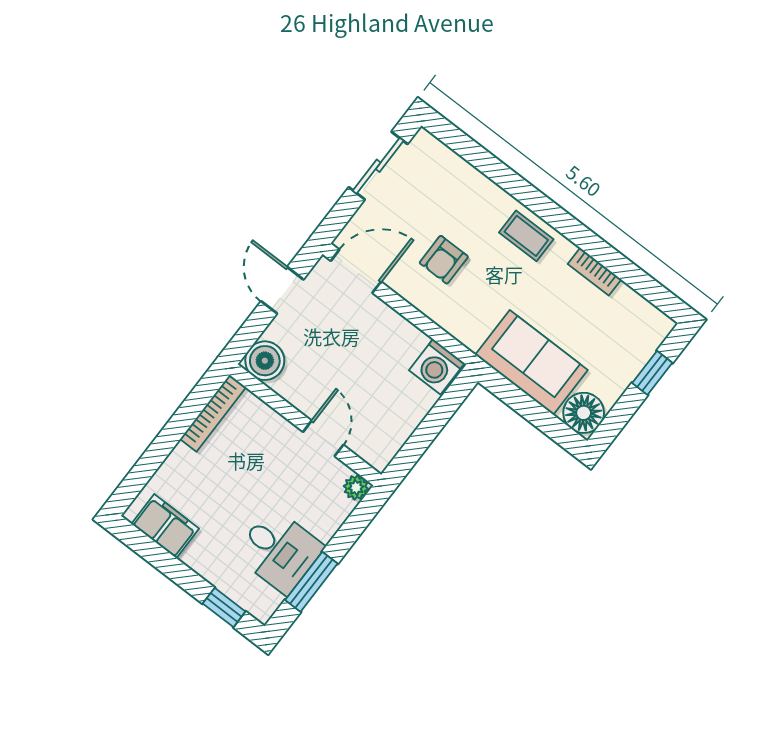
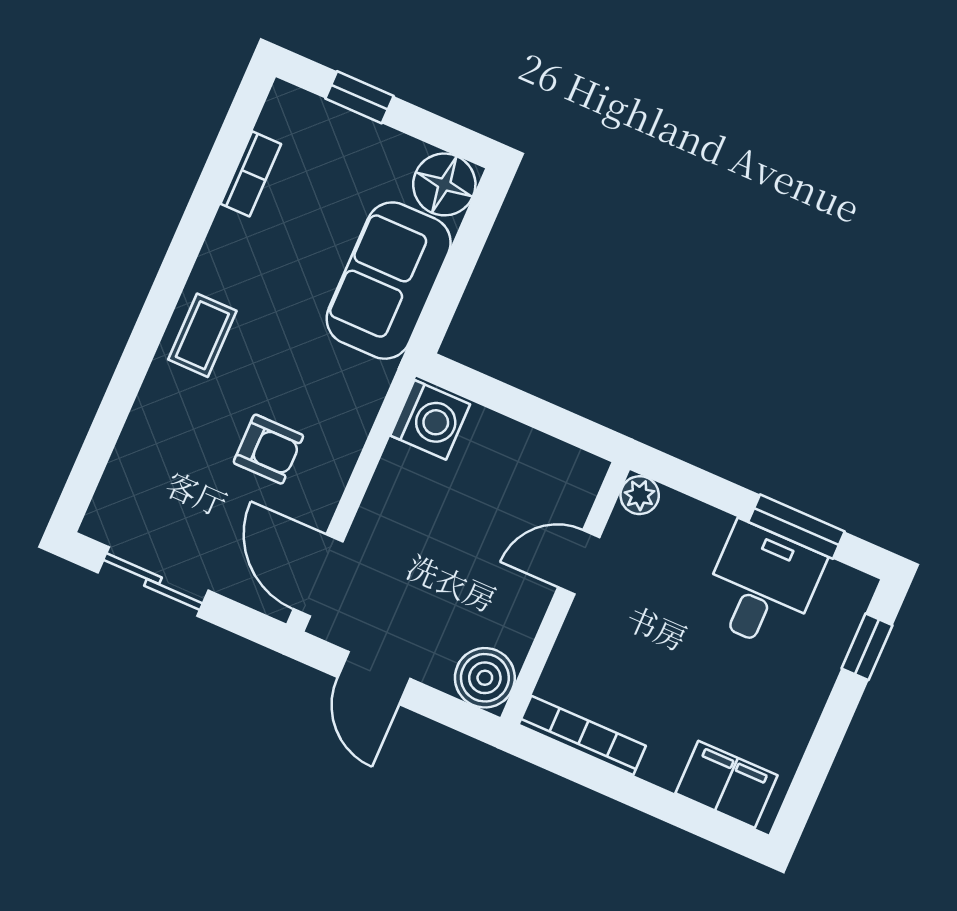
bookcase: (594, 272) -> (251, 174), moved
door: (282, 290) -> (374, 678), hinge flipped
filing cabinet: (165, 526) -> (727, 784), moved, turned 90

